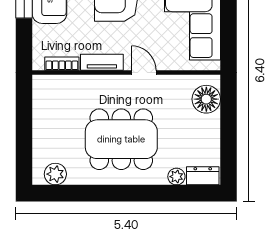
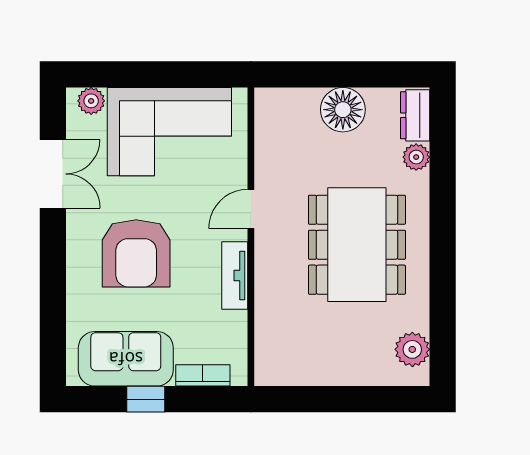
bookcase: (62, 64) -> (203, 375), moved, turned 90
floor lamp: (206, 99) -> (343, 110), moved

